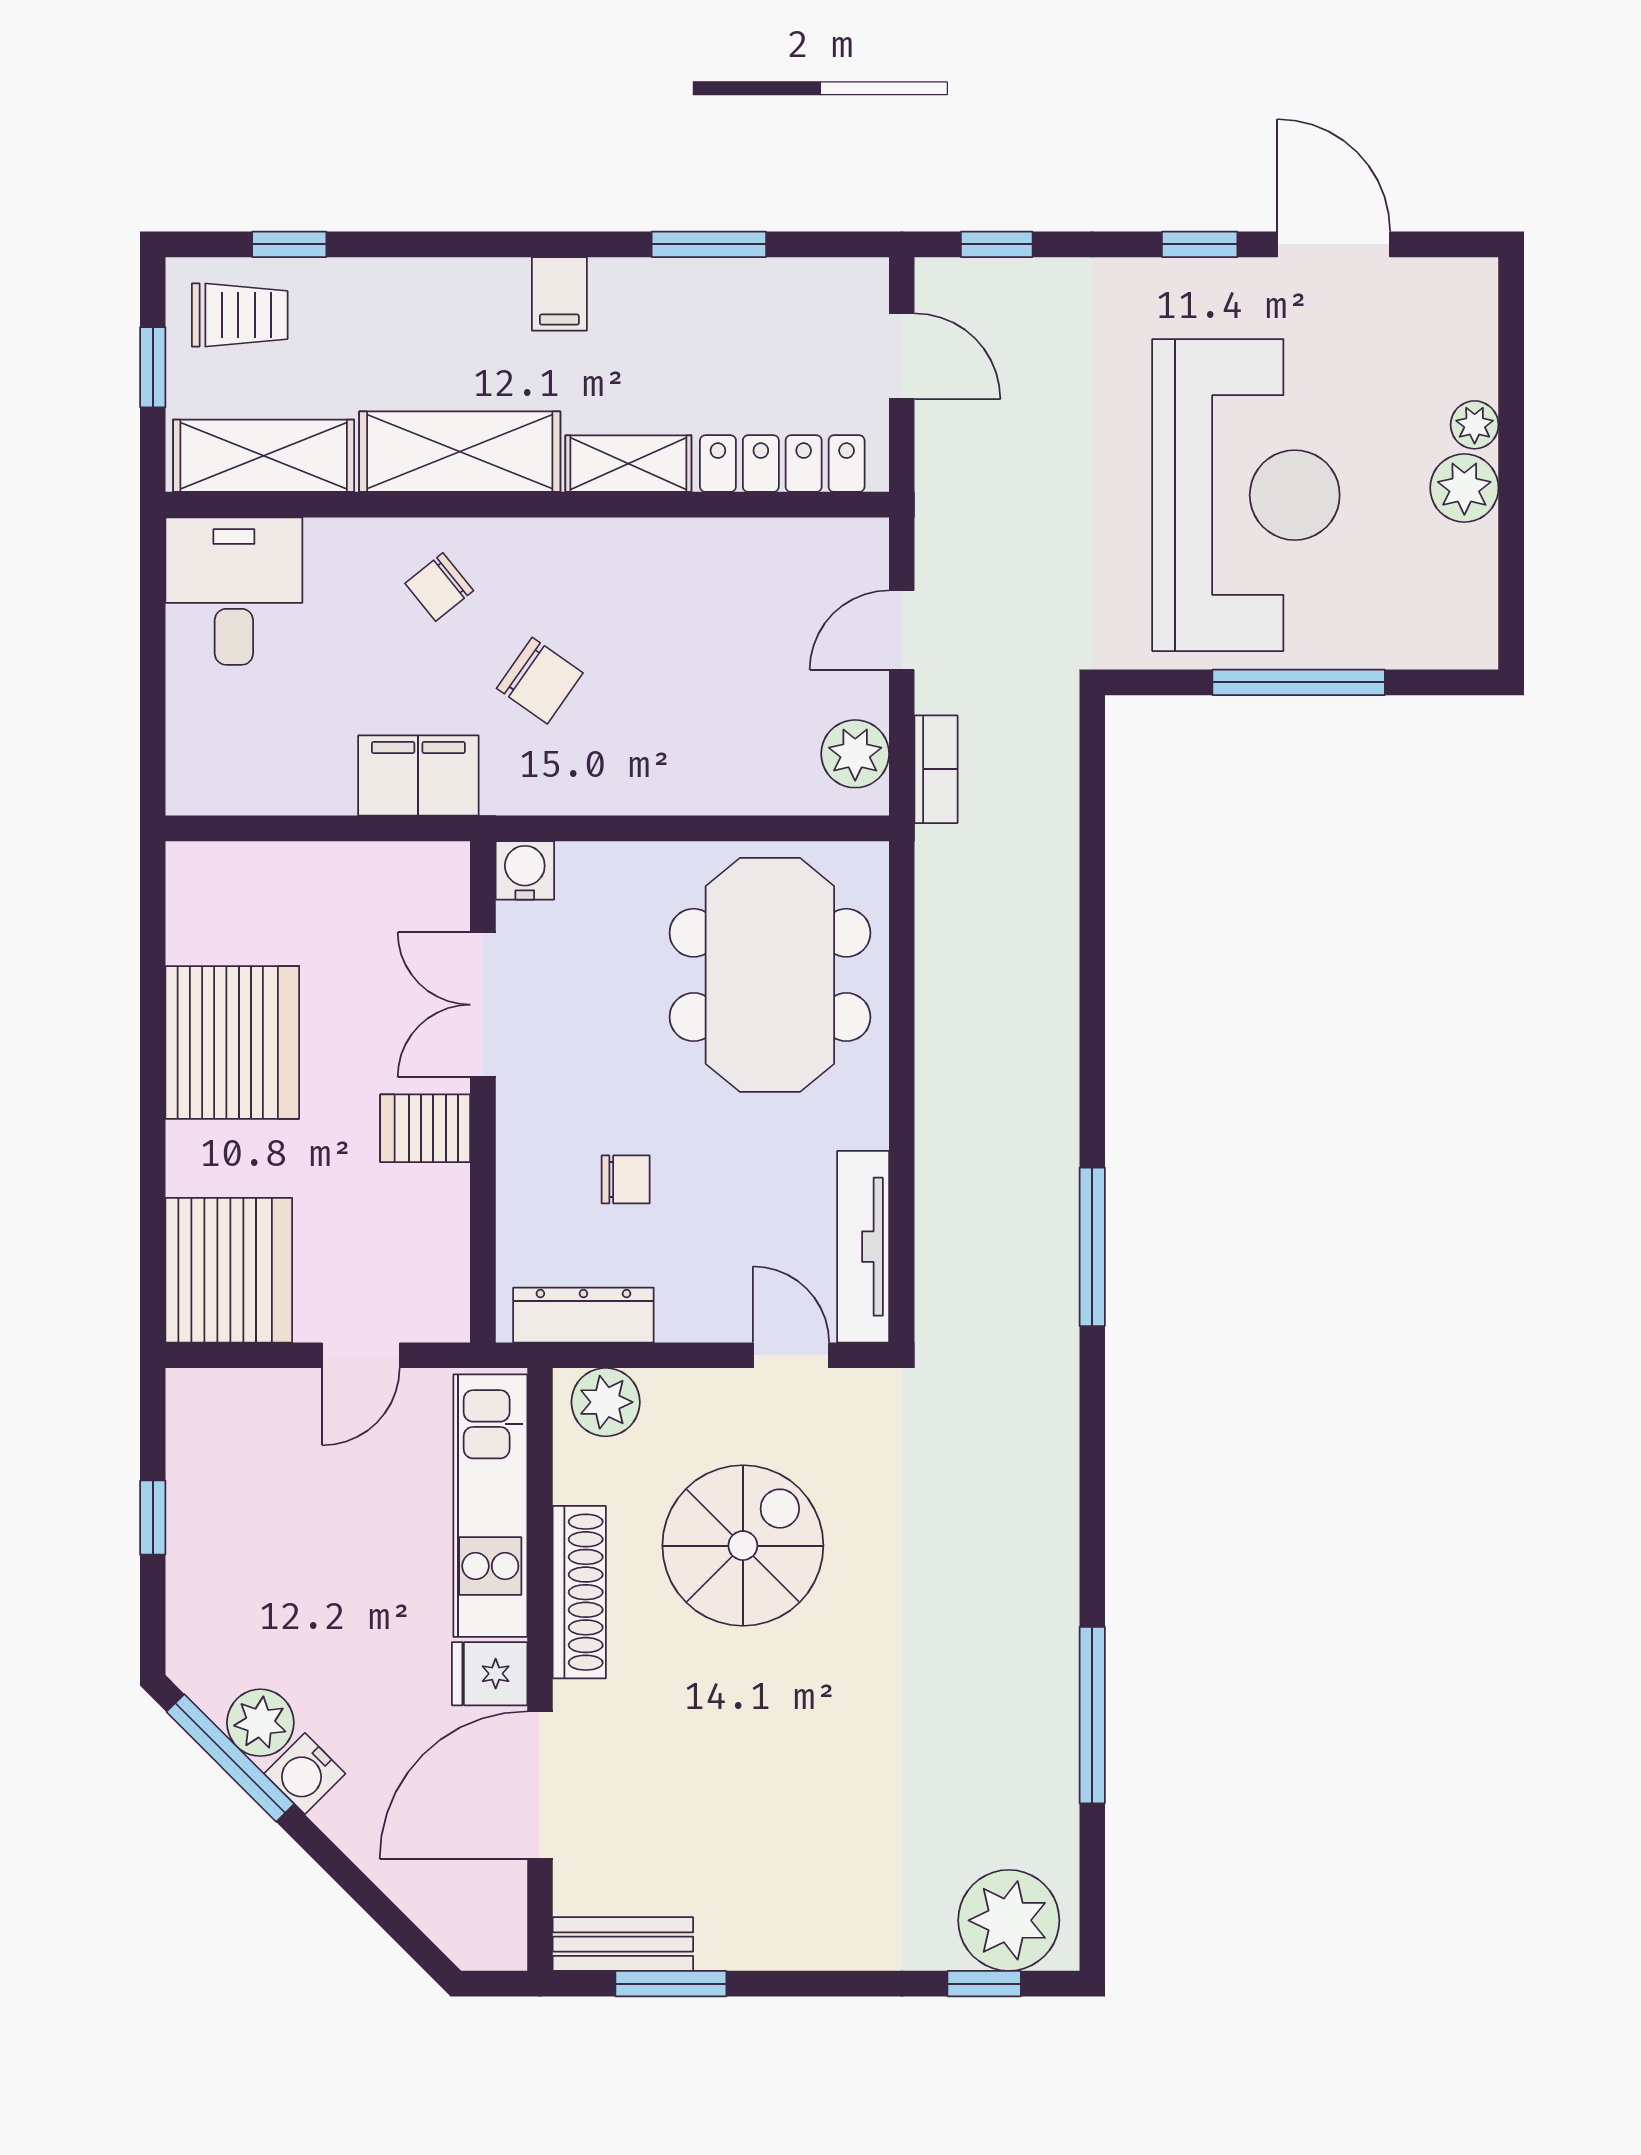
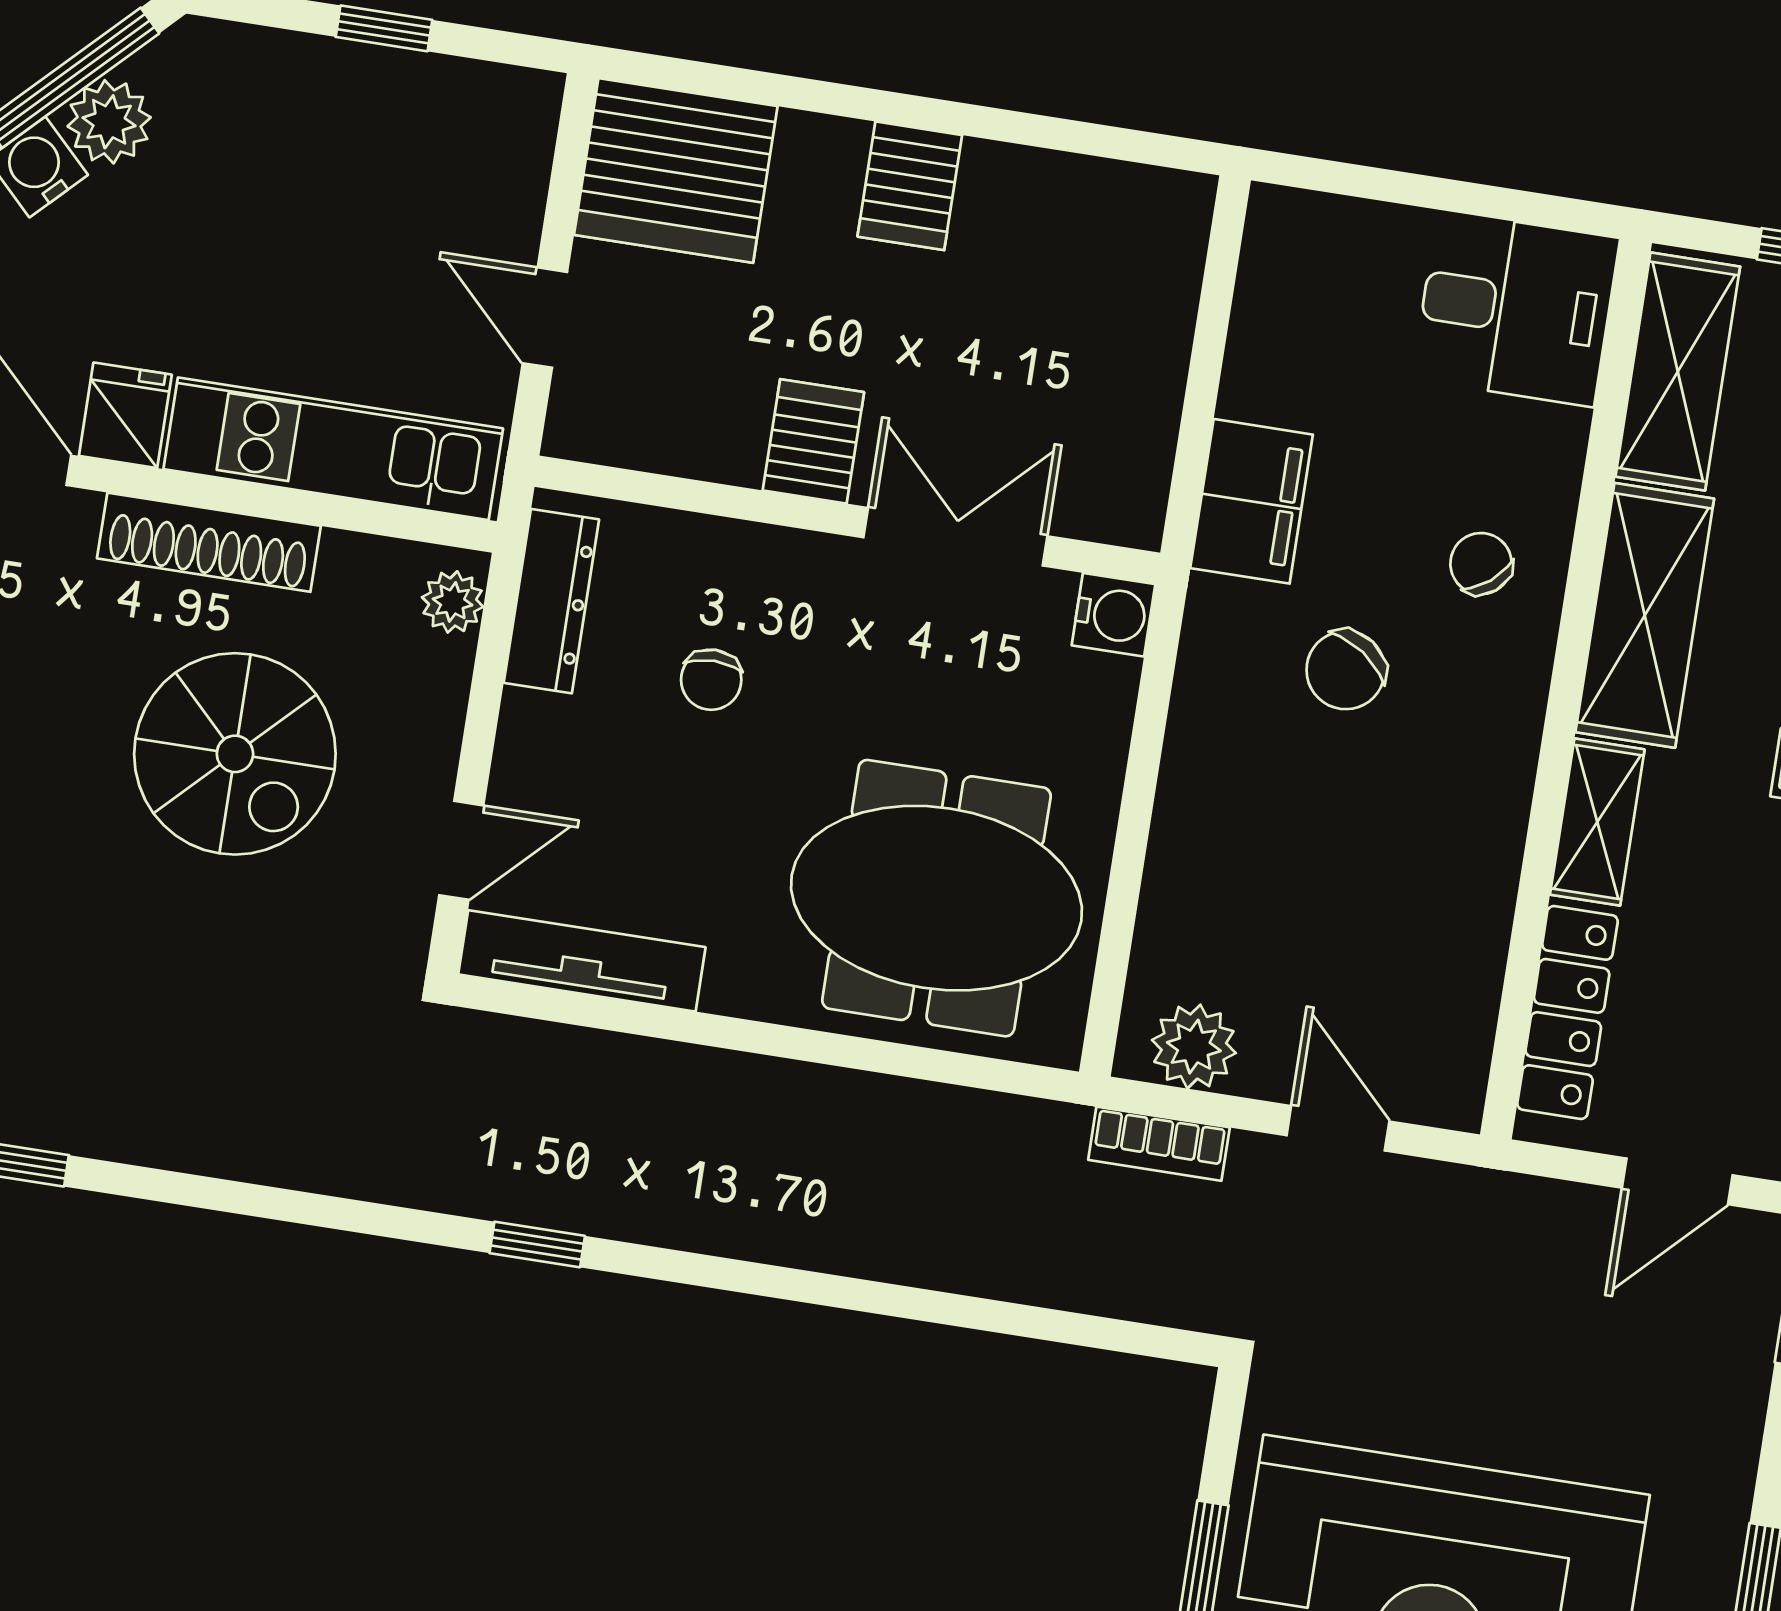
server rack: (232, 1042) -> (910, 186), width x0.46, depth x0.70
window: (1092, 1247) -> (537, 1245), width x0.46
plant: (606, 1402) -> (453, 602), width x0.73, depth x0.73

